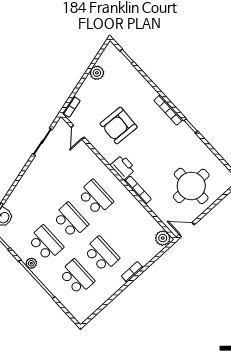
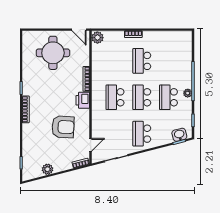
school desk: (77, 277) -> (142, 134), moved

